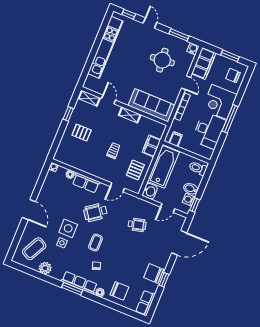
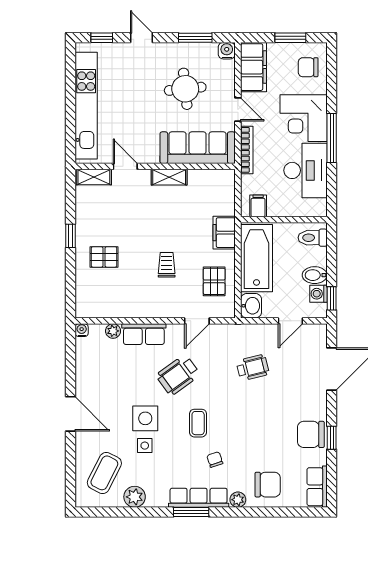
shelving: (89, 98) -> (94, 177), moved
door: (108, 99) -> (125, 166), moved
sofa: (151, 105) -> (198, 148), moved
wall: (125, 106) -> (155, 166), moved
shelving: (130, 115) -> (169, 177), moved

